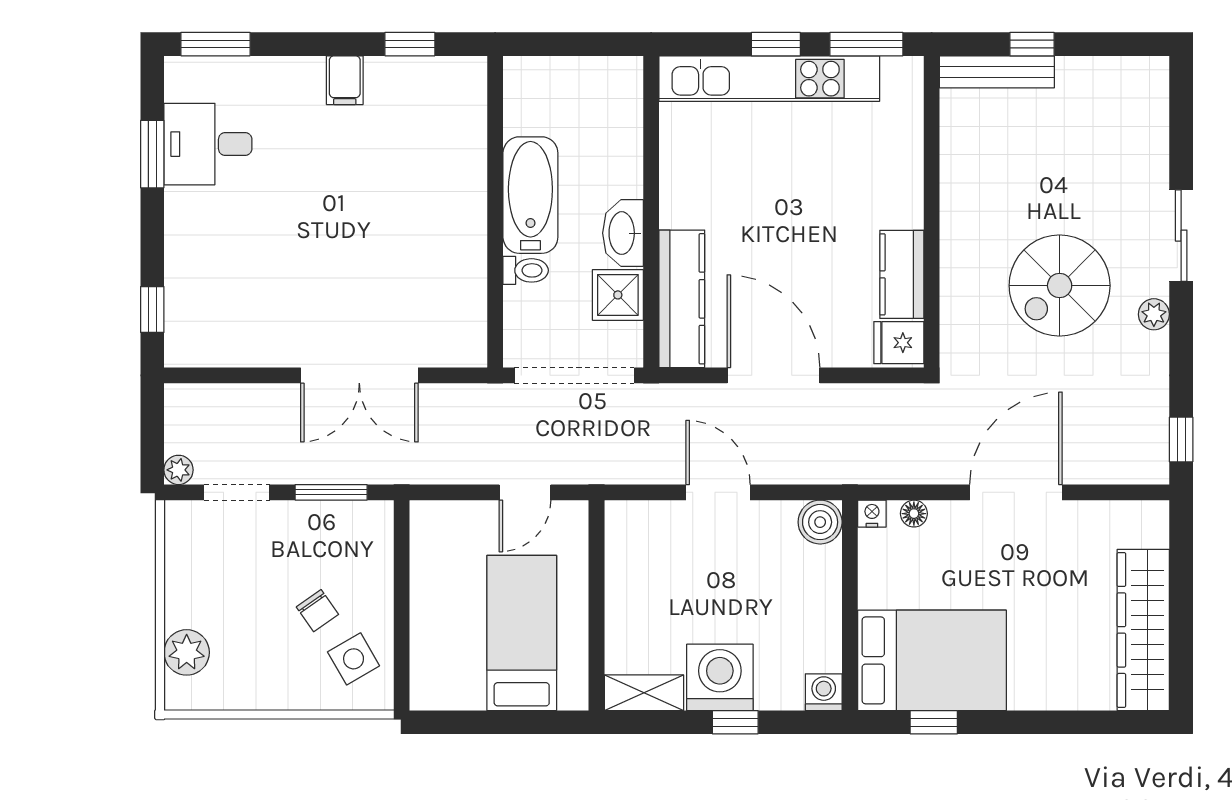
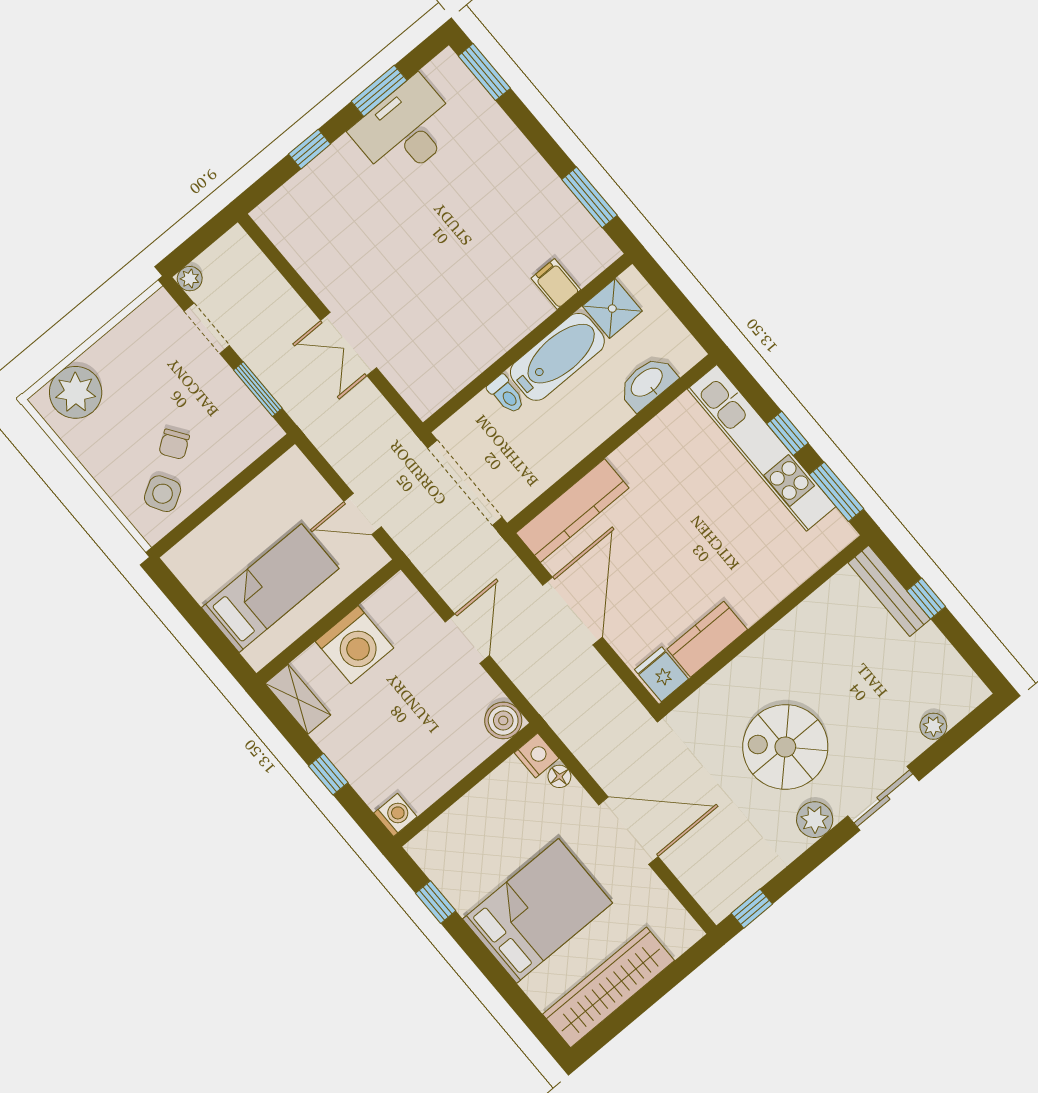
window: (410, 44) -> (589, 197), width x1.50
filing cabinet: (345, 80) -> (556, 284), moved, turned 90
plant: (1154, 135) -> (933, 726), added
desk: (208, 144) -> (406, 129), width x1.37
washbasin: (623, 233) -> (647, 383), moved
shower: (618, 295) -> (612, 309), moved
window: (152, 310) -> (310, 149), moved
plant: (1154, 314) -> (815, 820), width x1.38, depth x1.38
double door: (359, 375) -> (349, 344), width x0.73
nightstand: (872, 514) -> (537, 756), width x1.39, depth x1.35
plant: (187, 652) -> (76, 392), width x1.36, depth x1.36
bed: (932, 660) -> (537, 911), moved, turned -90
washing machine: (720, 677) -> (355, 645), moved, turned 90

